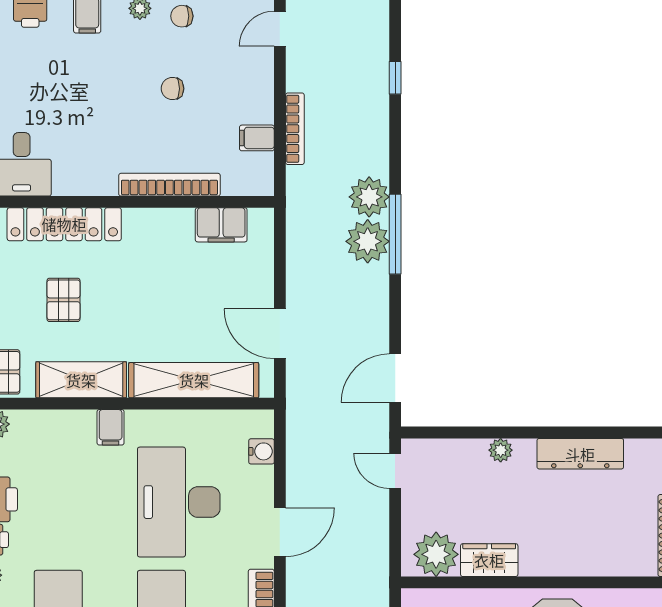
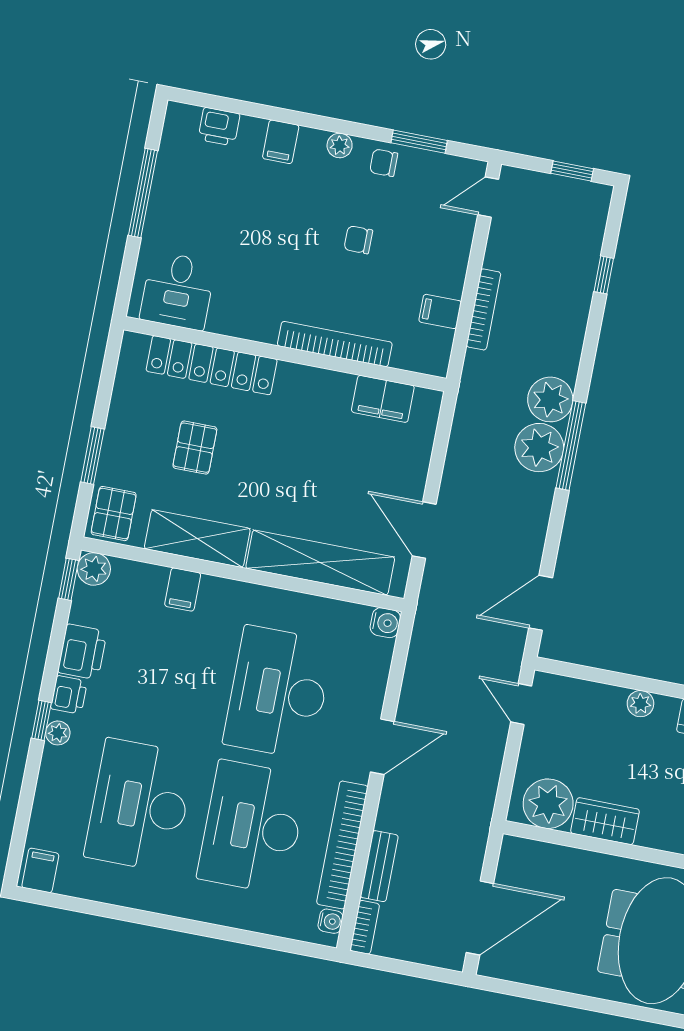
filing cabinet: (111, 427) -> (183, 590), moved
water cooler: (261, 451) -> (385, 623), moved

